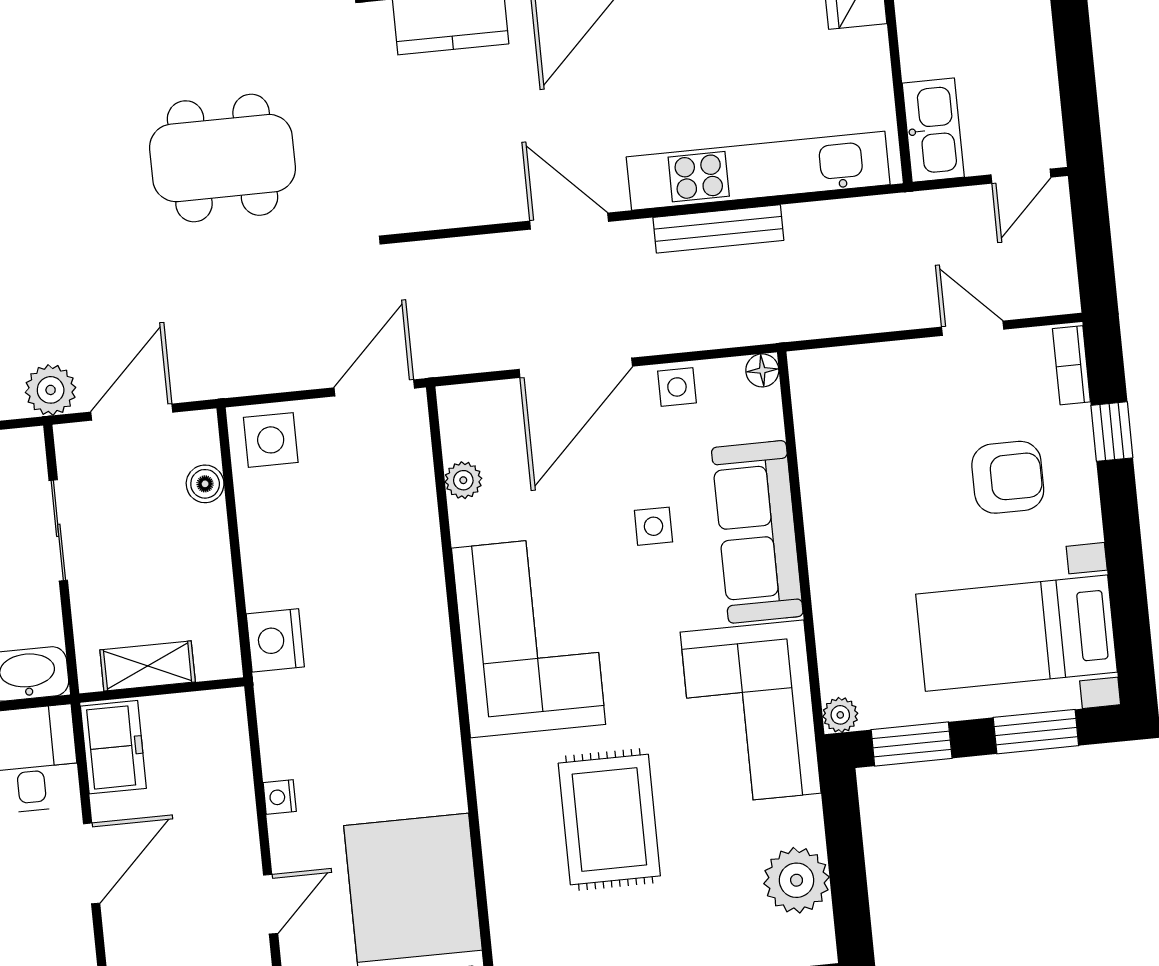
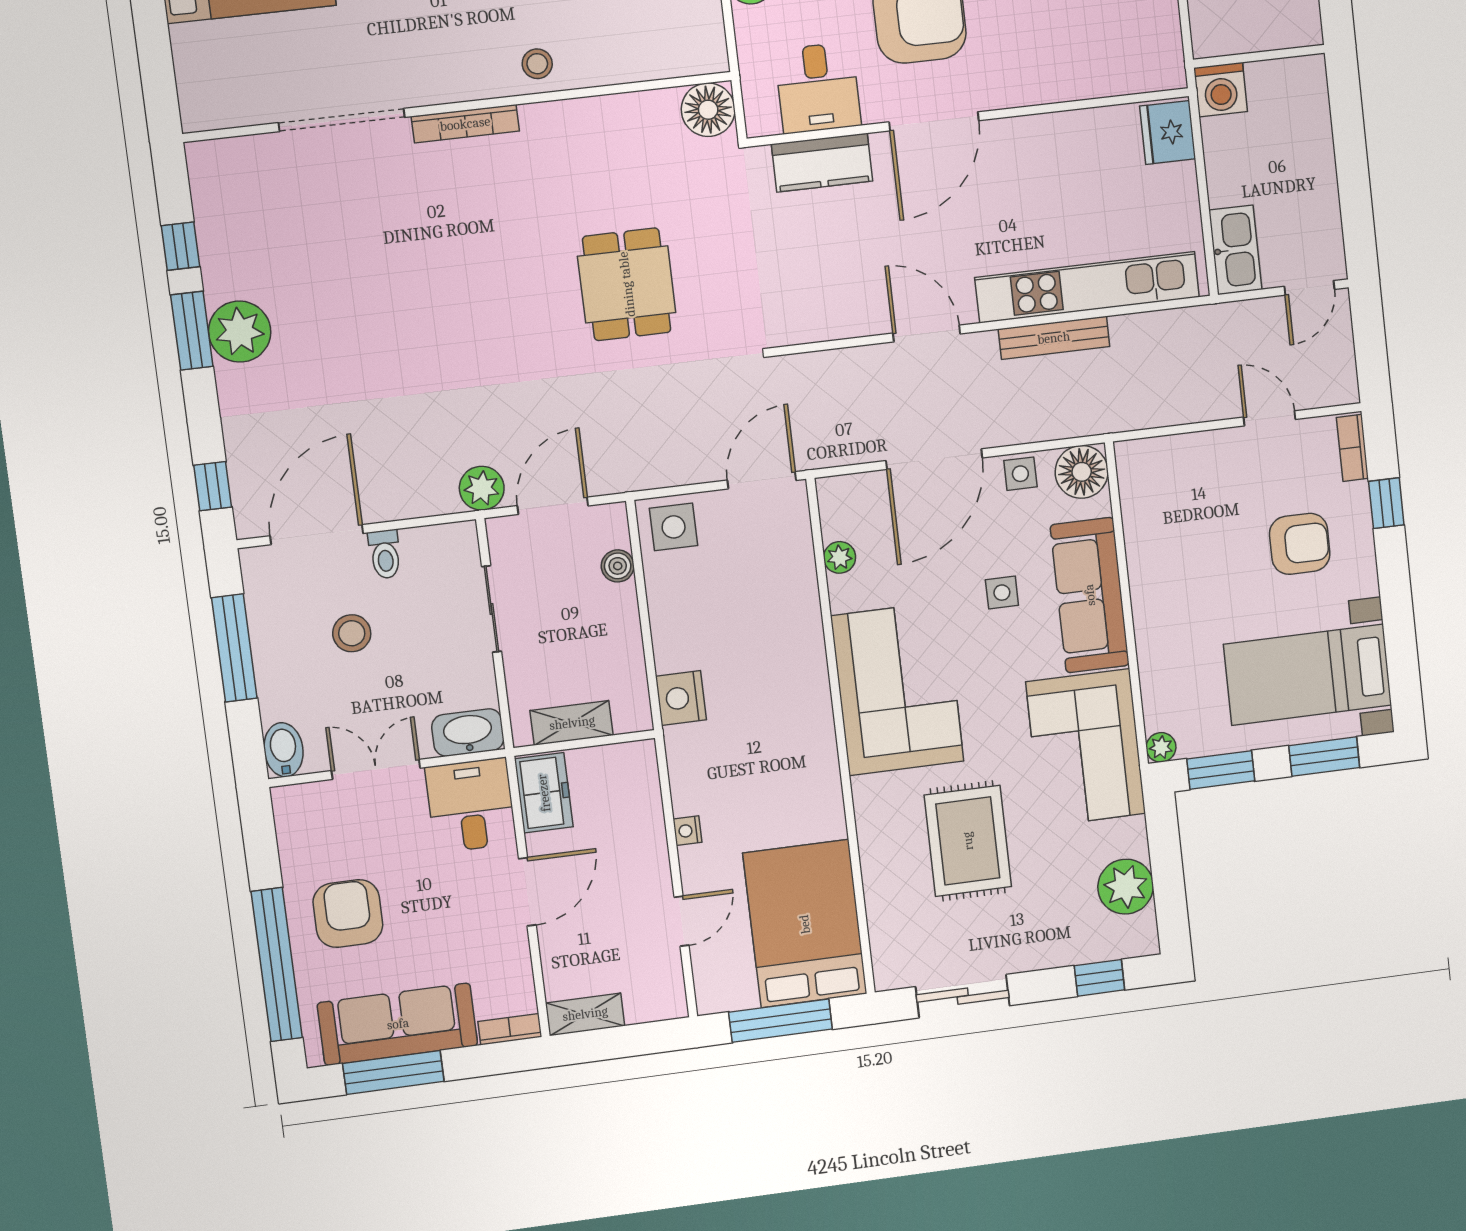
dining table: (223, 158) -> (627, 284), width x0.73
floor lamp: (762, 370) -> (1082, 472), width x1.89, depth x1.89

